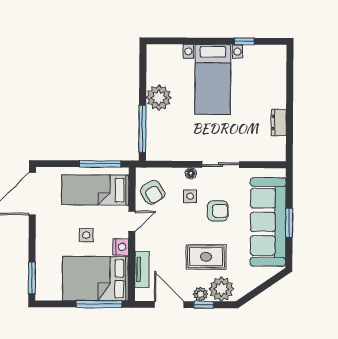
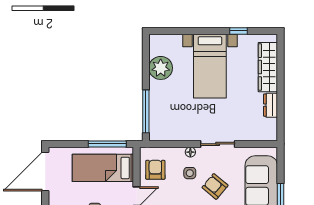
wardrobe: (276, 81) -> (268, 67), added
plant: (159, 98) -> (161, 68), moved
armchair: (153, 192) -> (155, 170), turned -149
armchair: (218, 211) -> (215, 186), turned -140

